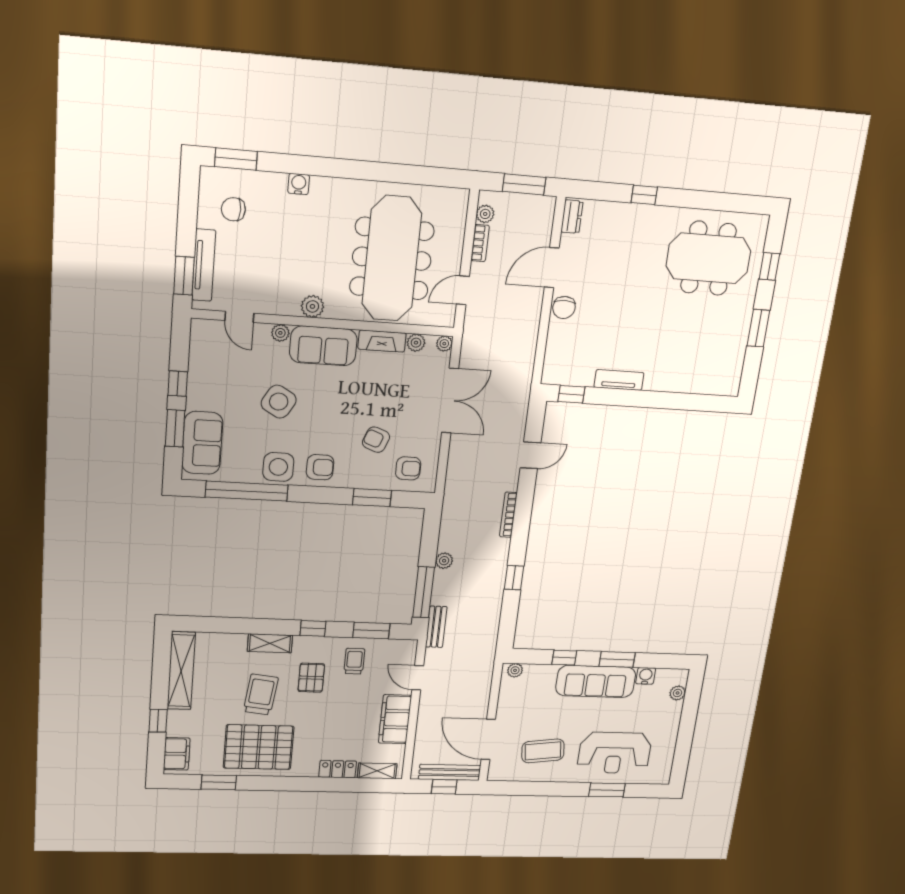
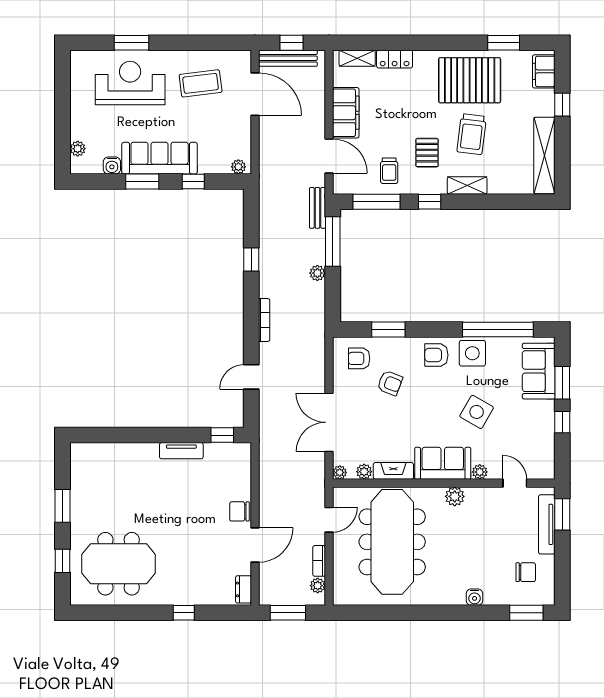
chair: (564, 308) -> (239, 511), turned -90
window: (371, 631) -> (377, 202), width x1.44
door: (418, 678) -> (329, 156), width x1.38

